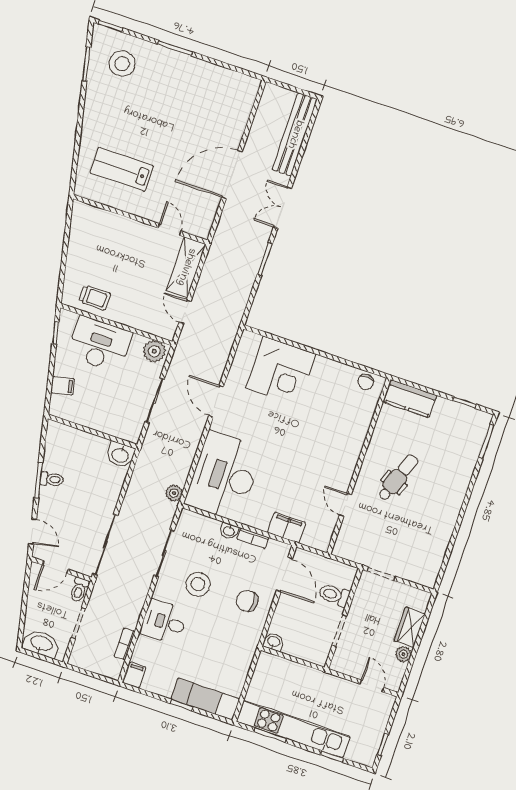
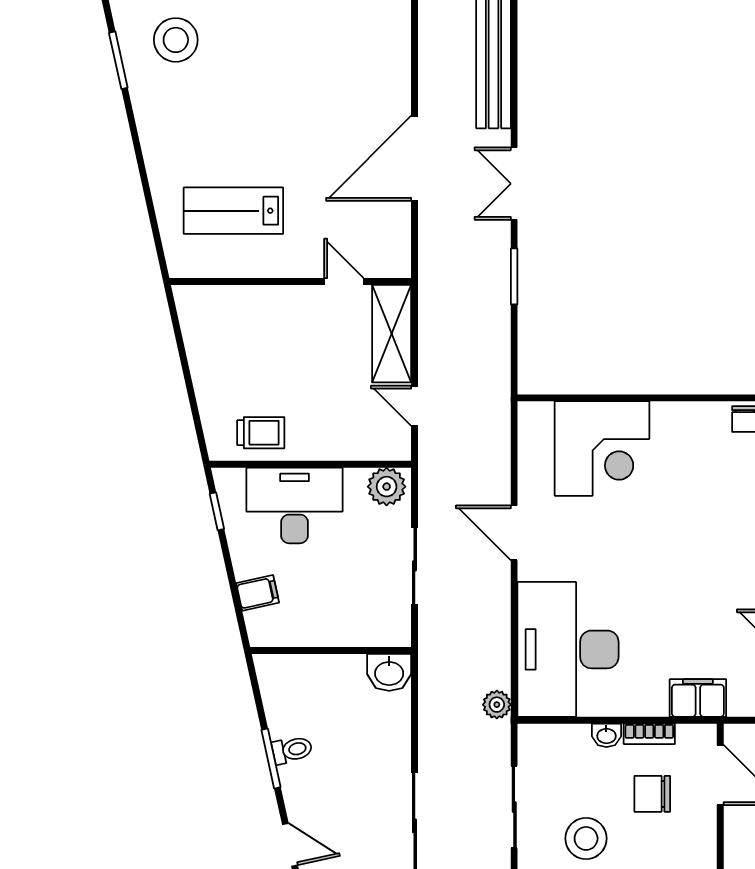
chair: (247, 601) -> (652, 794), moved

